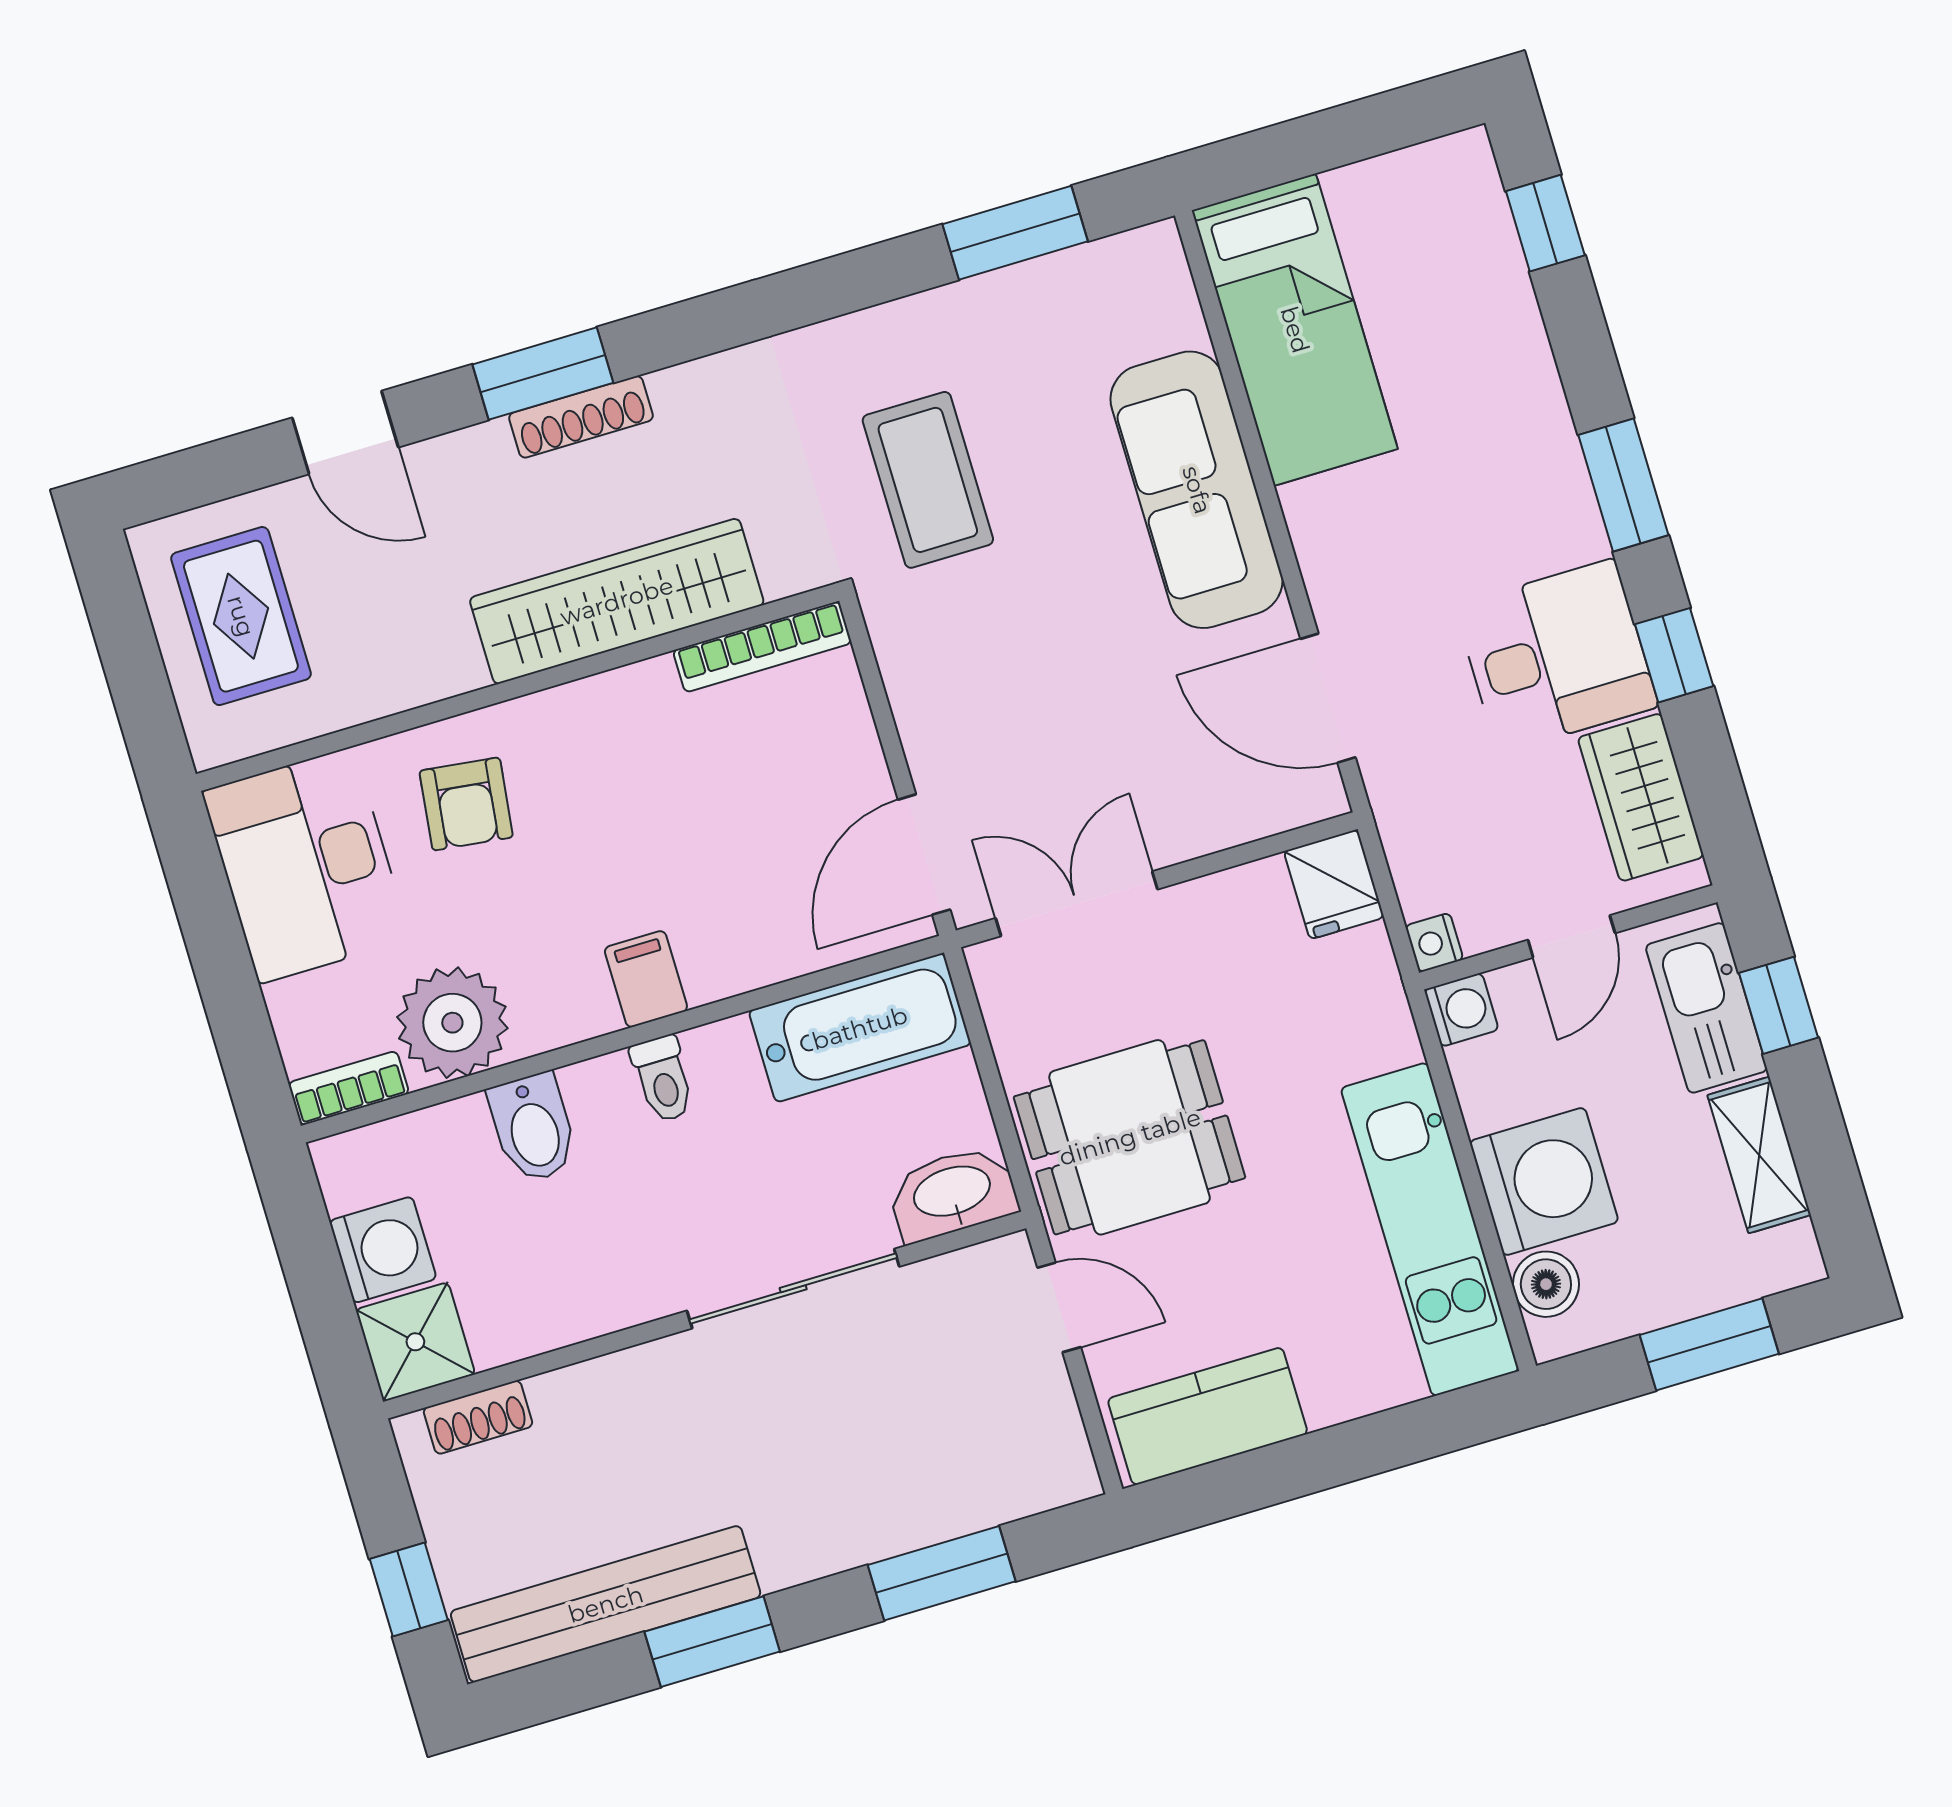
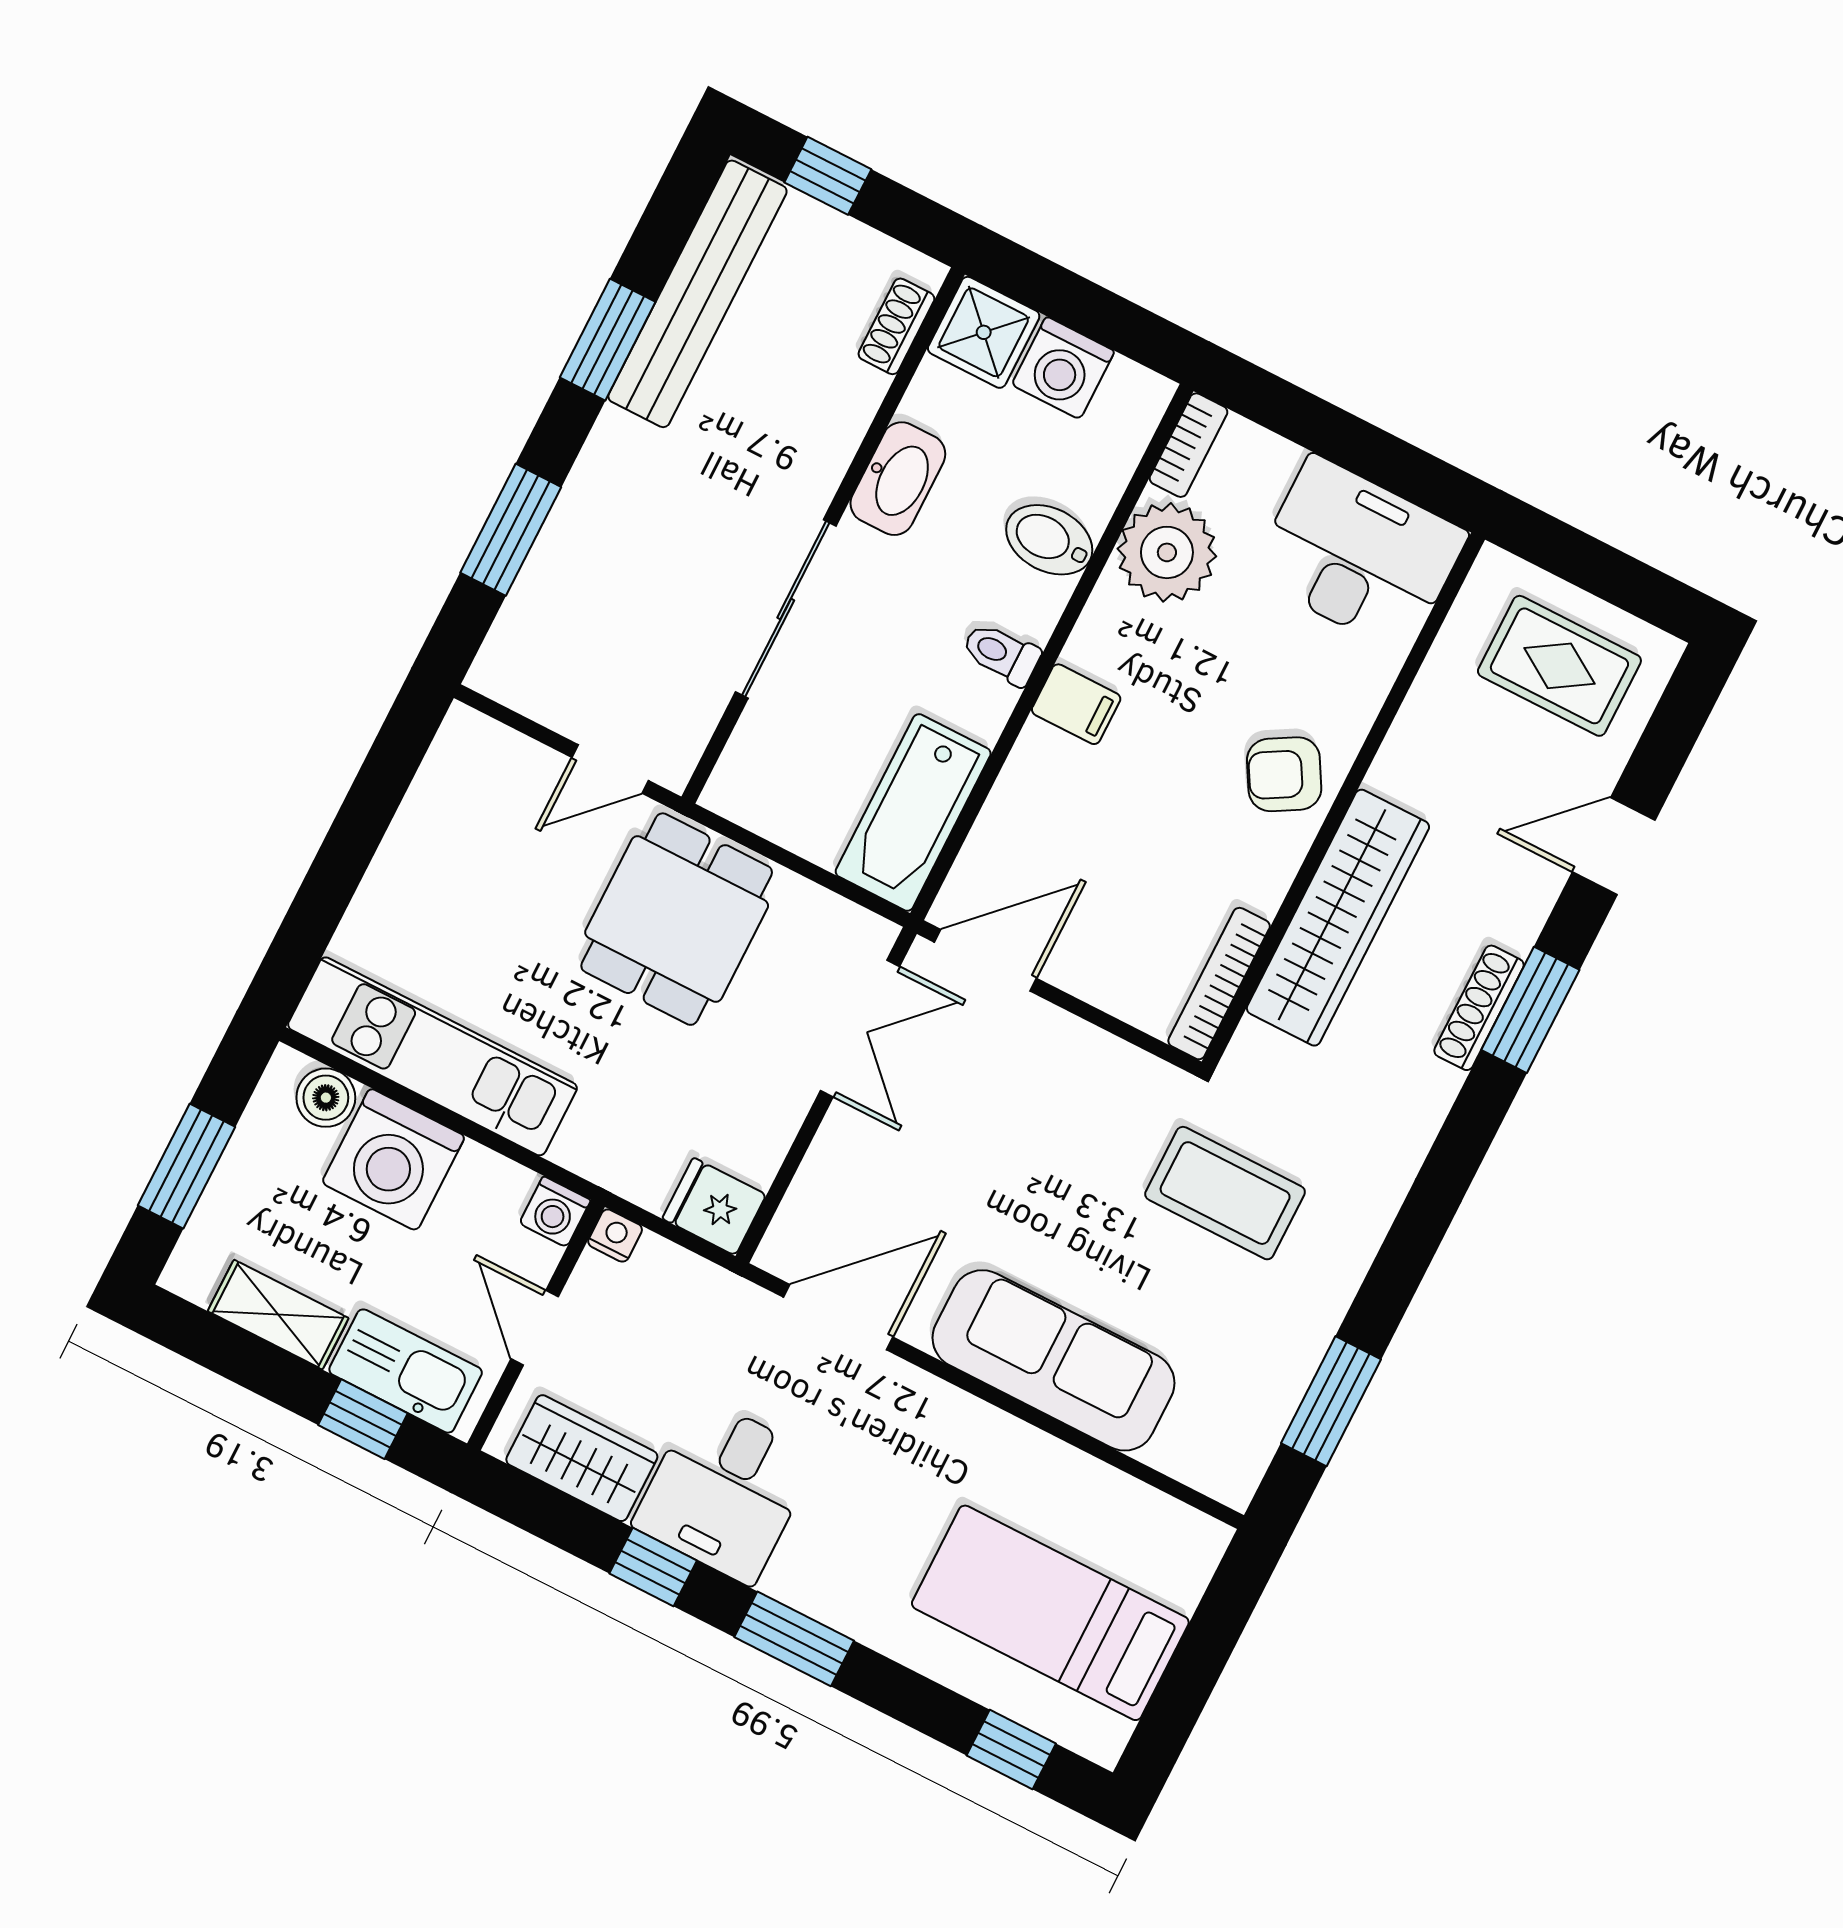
bed: (1295, 330) -> (1050, 1613), moved
armchair: (466, 804) -> (1284, 774), moved, turned -37
door: (924, 855) -> (985, 960), hinge flipped
washbasin: (953, 1193) -> (898, 479), moved
kitchen counter: (1208, 1416) -> (449, 798), removed

